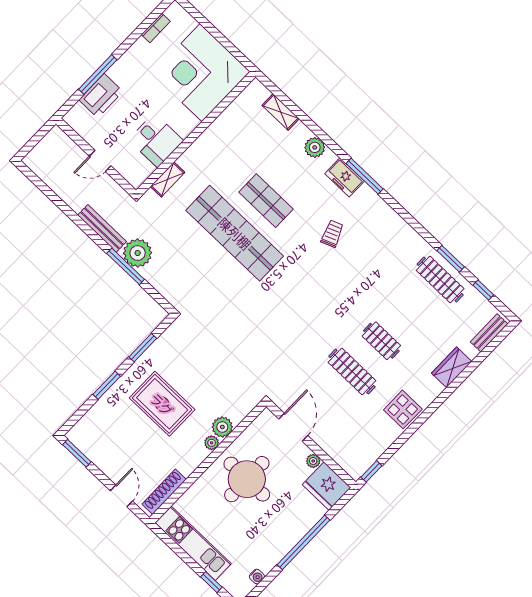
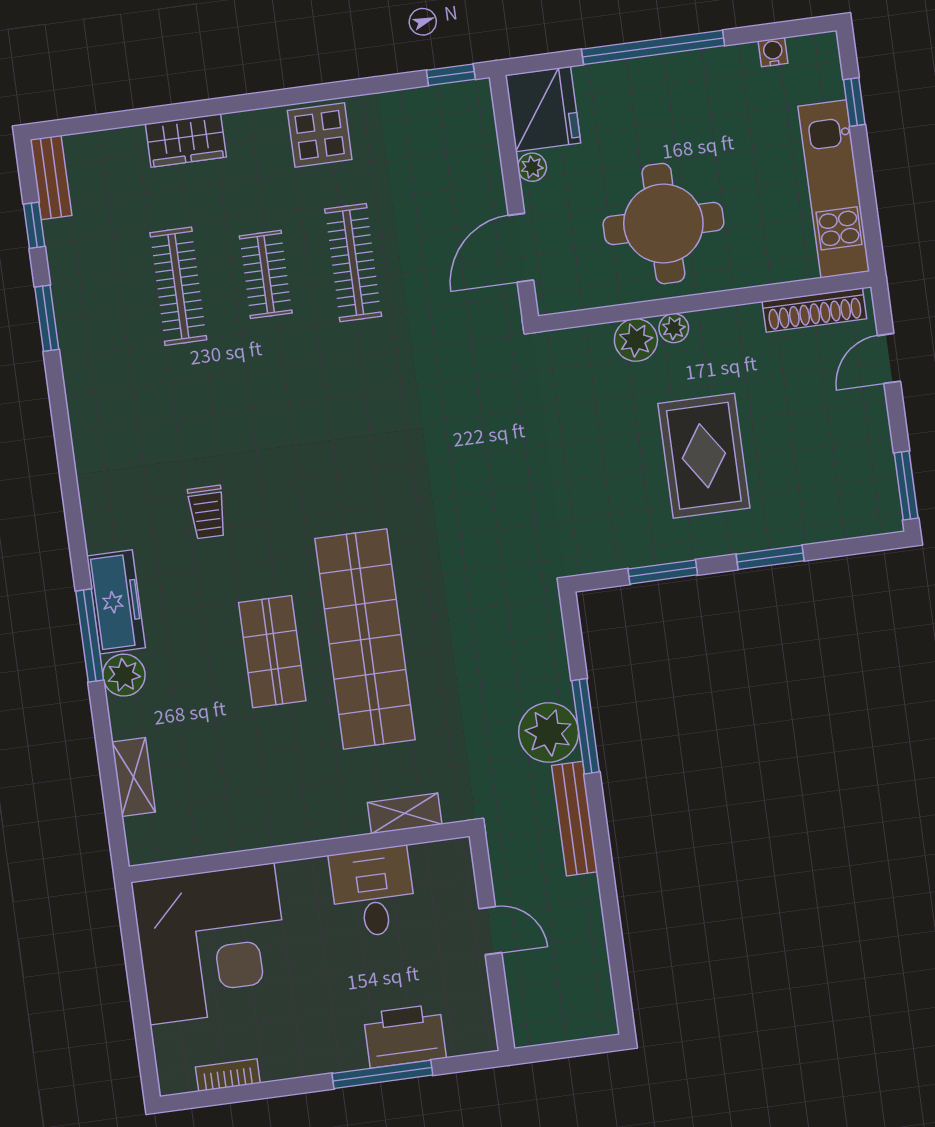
window: (365, 176) -> (90, 636), moved
freezer: (345, 177) -> (116, 602), width x1.40
trolley: (332, 234) -> (207, 512), turned -68
clothes rail: (440, 280) -> (178, 286), moved
bench: (489, 333) -> (51, 177), moved, turned 90

